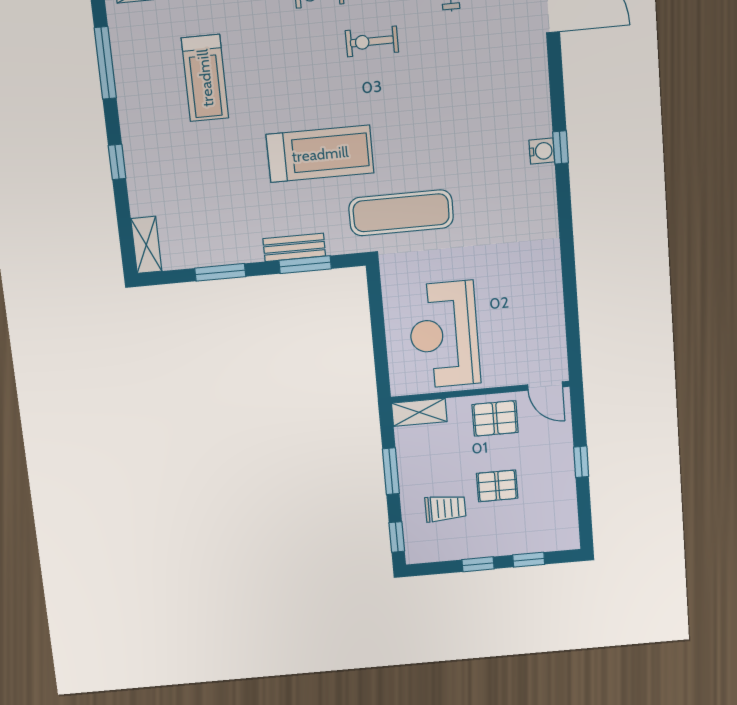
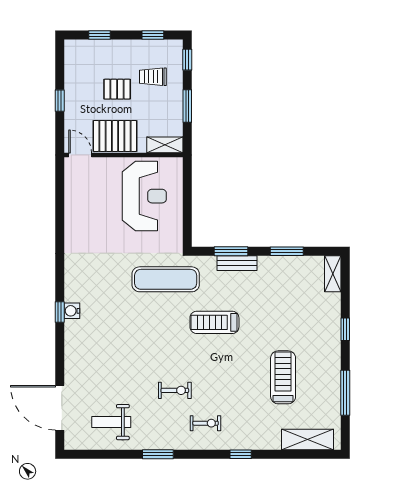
treadmill: (320, 154) -> (214, 322), width x0.73, depth x0.73
pallet: (495, 418) -> (115, 136), width x1.50, depth x1.42
window: (478, 564) -> (153, 35), moved

